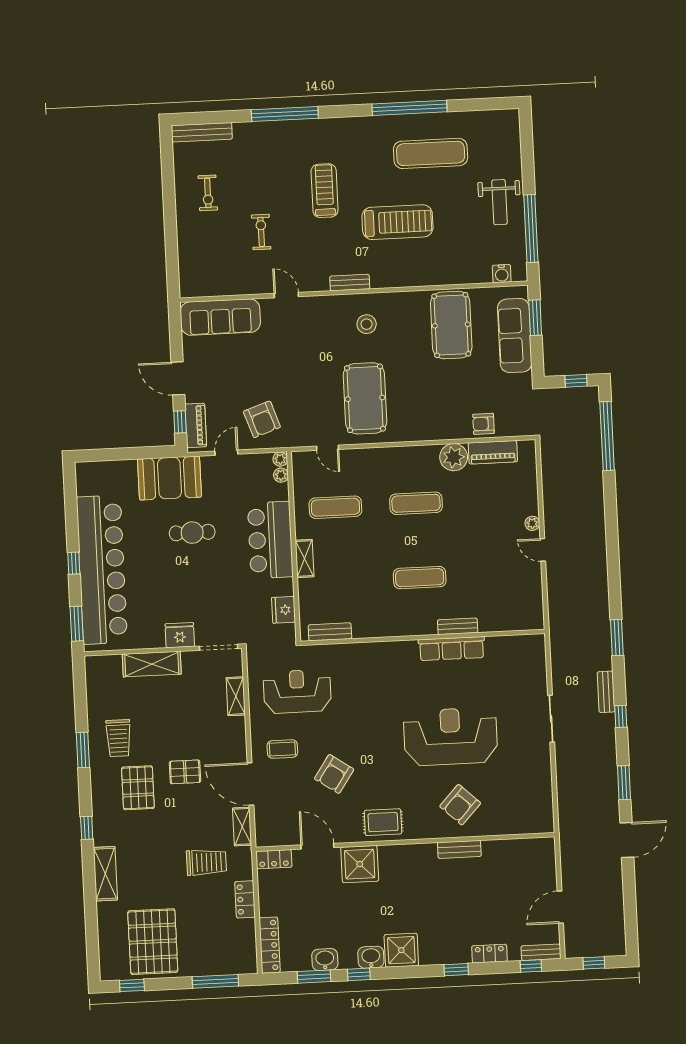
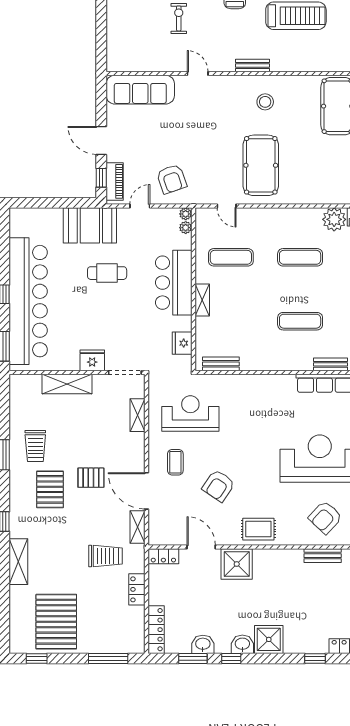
coffee table: (282, 749) -> (175, 462), turned 90

